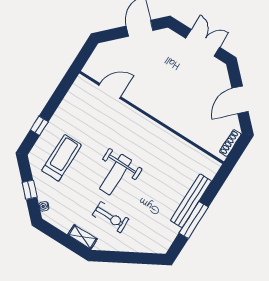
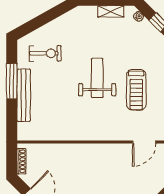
treadmill: (62, 158) -> (136, 90), moved
exercise bike: (111, 217) -> (45, 53), moved, turned 180
shelving: (82, 237) -> (111, 11), moved

